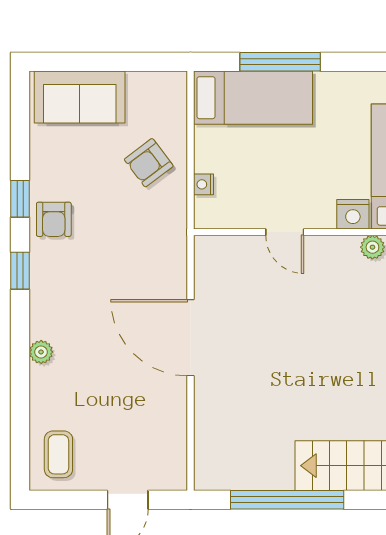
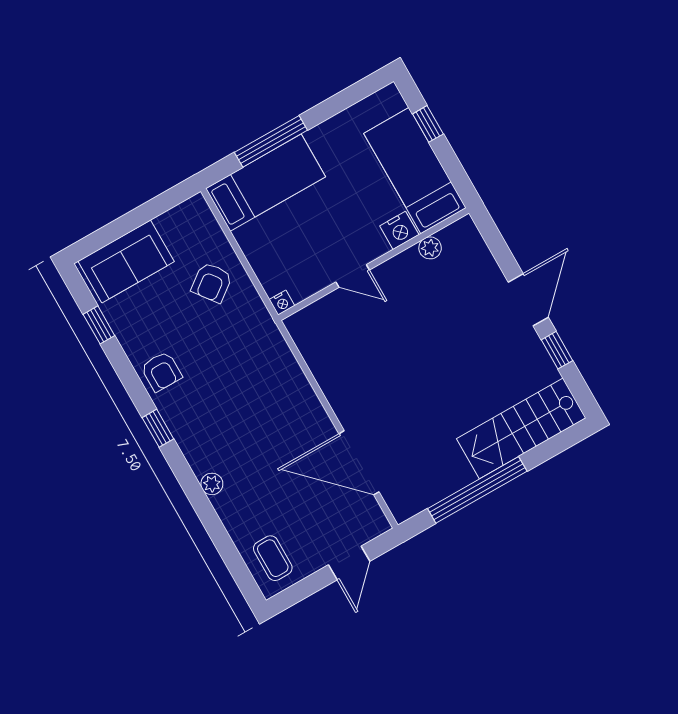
nightstand: (203, 184) -> (282, 303), moved, turned -90
window: (20, 199) -> (99, 325), moved
door: (190, 338) -> (359, 463), moved

